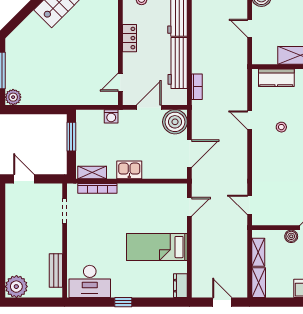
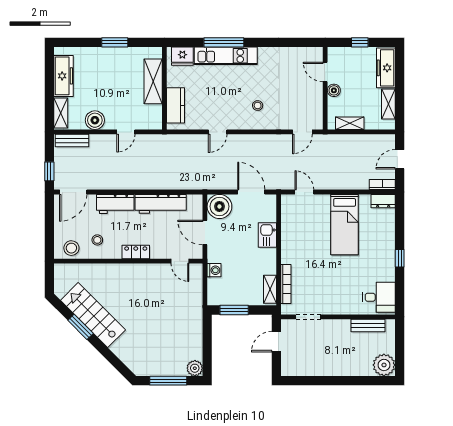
bookcase: (197, 87) -> (382, 185), moved
stool: (281, 127) -> (258, 105), moved
kitchen sink: (129, 170) -> (267, 235), moved
door: (24, 179) -> (276, 342), moved
desk: (90, 281) -> (379, 297), width x0.73
shelving: (259, 283) -> (388, 104), moved, turned 90

